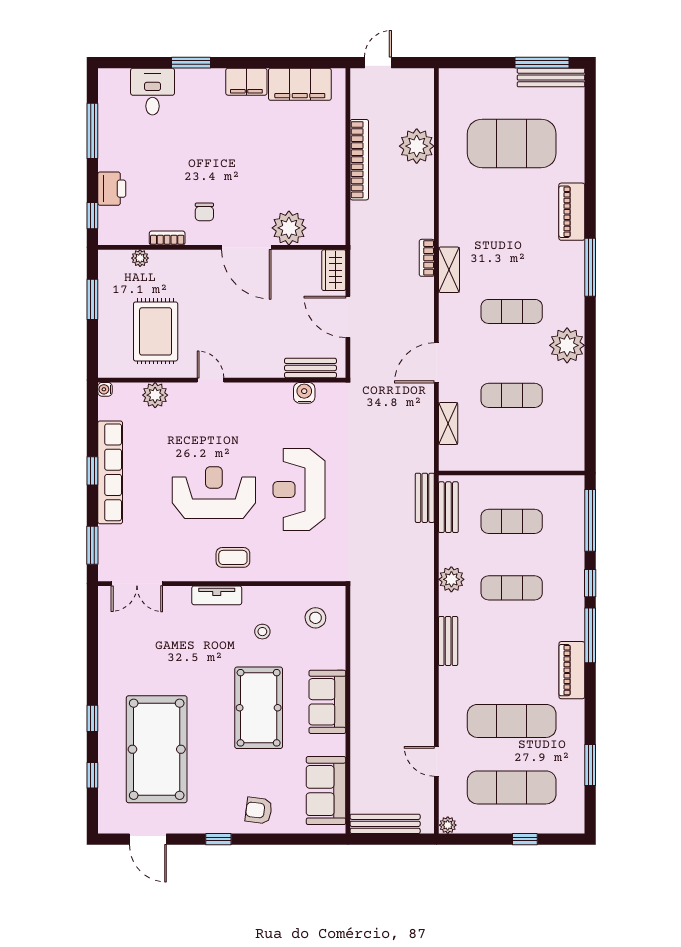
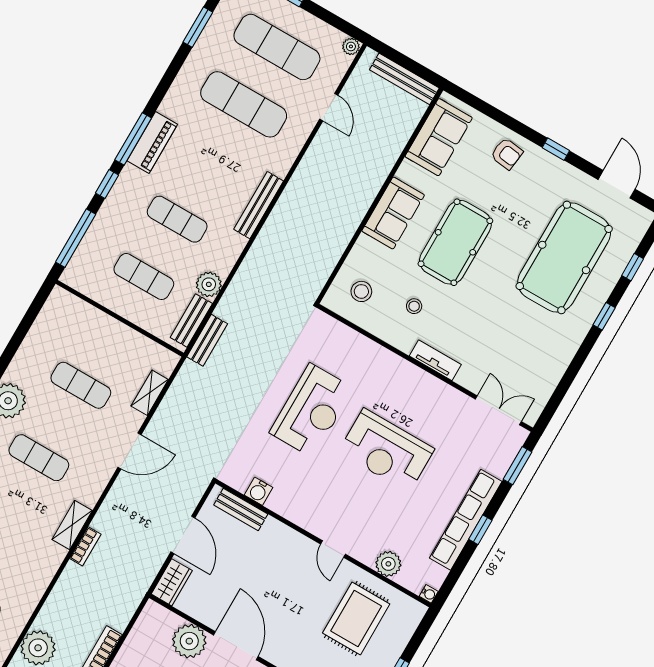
coffee table: (233, 557) -> (402, 385), removed
plant: (451, 579) -> (209, 284), moved
bench: (448, 641) -> (259, 205), width x1.36
piano: (572, 670) -> (152, 142), moved

